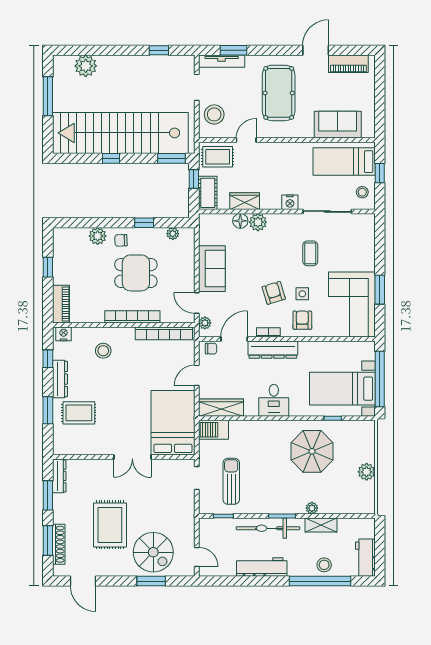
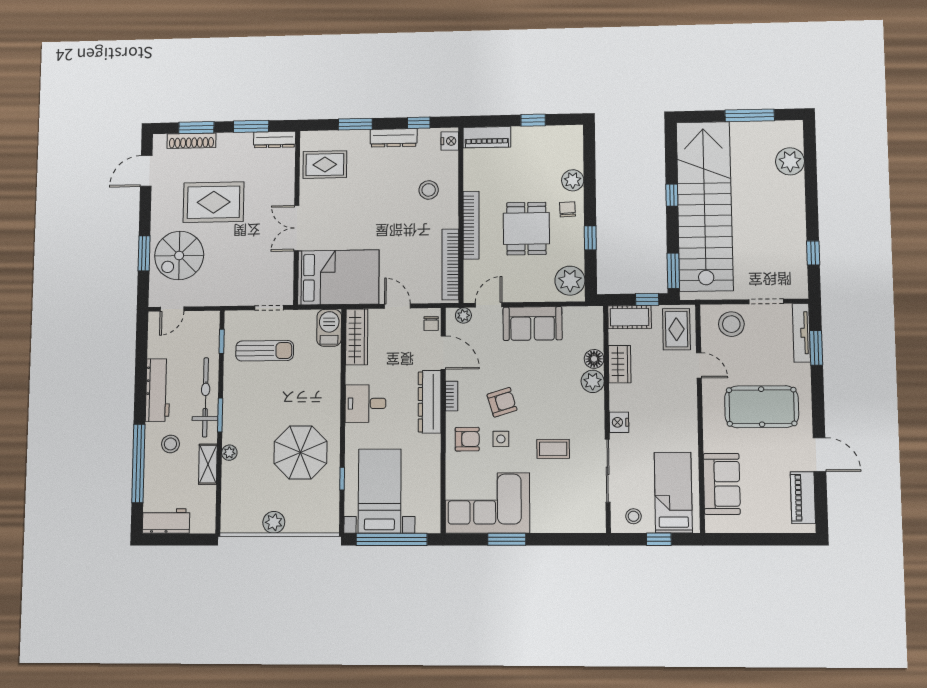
plant: (173, 234) -> (570, 281), width x1.87, depth x1.87
rug: (79, 413) -> (325, 165), moved, turned 90
stool: (324, 565) -> (170, 444), moved

